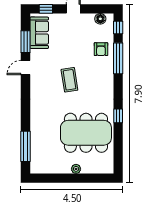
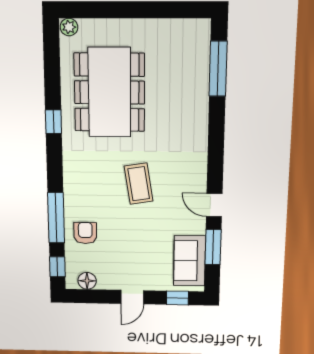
door: (26, 67) -> (214, 205), swing flipped
dining table: (86, 133) -> (109, 92), turned 90
plant: (76, 169) -> (69, 27), moved

